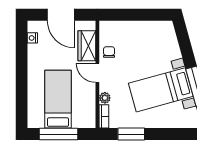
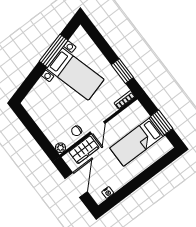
plant: (105, 98) -> (60, 148), moved
window: (59, 134) -> (162, 122), width x0.69

